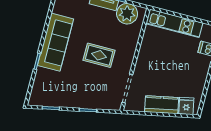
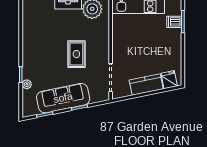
sofa: (55, 42) -> (63, 98), moved, turned -101
rug: (99, 55) -> (76, 54), turned 90
plant: (41, 73) -> (27, 84), added

